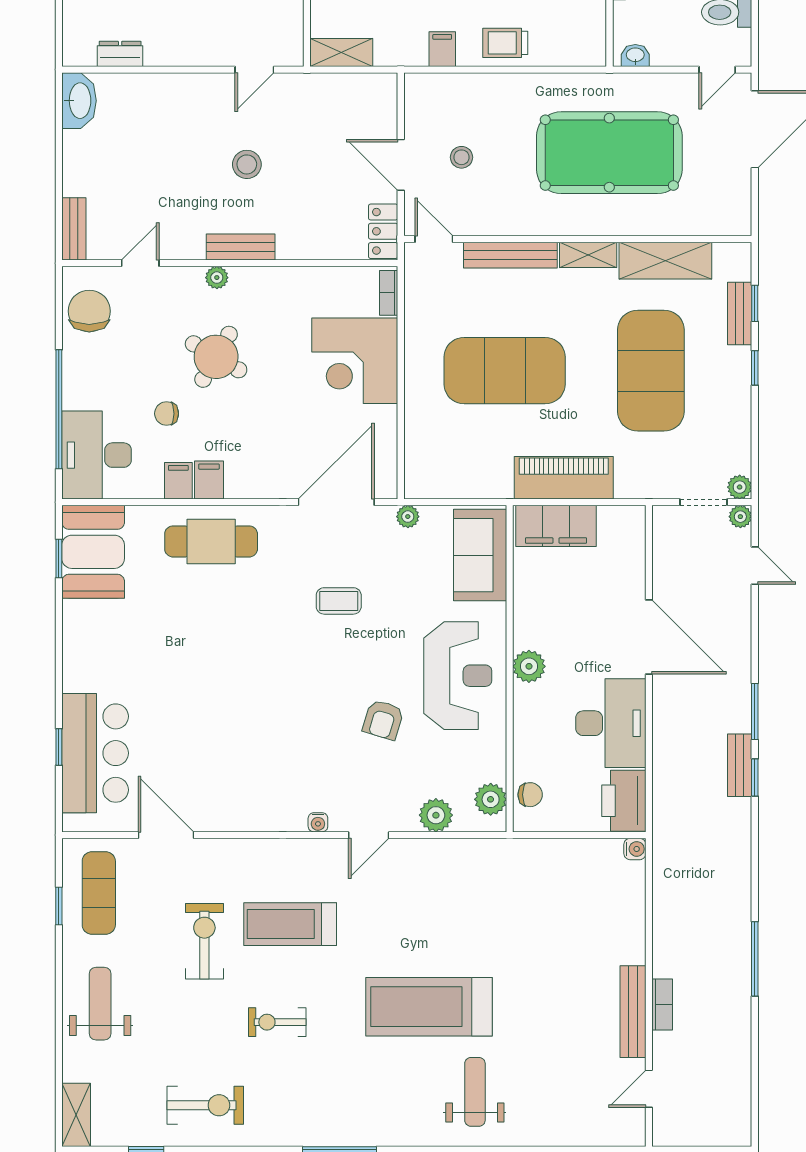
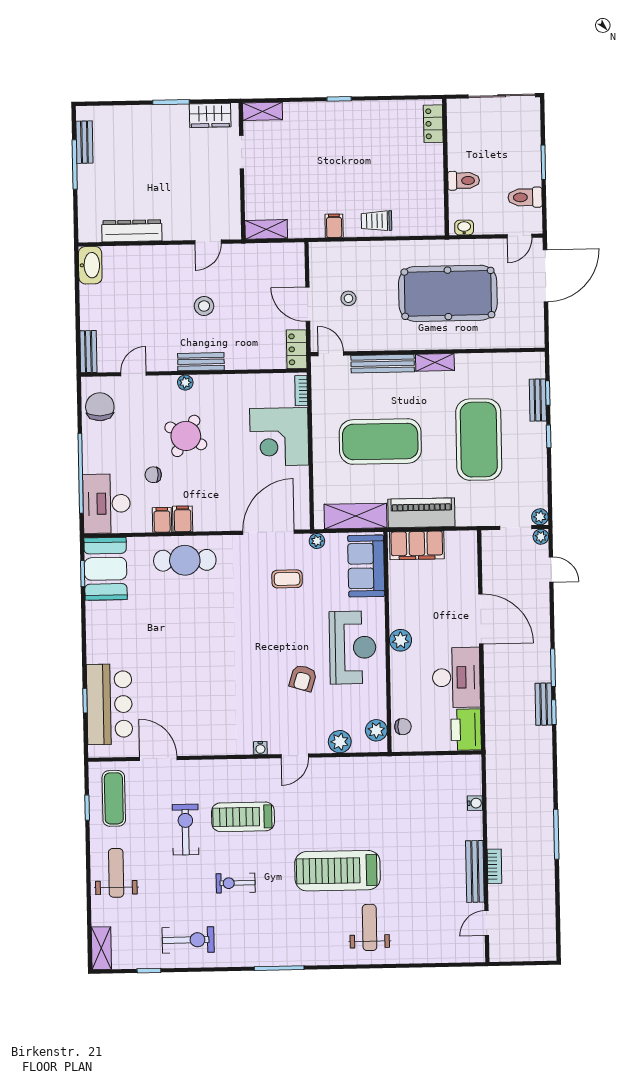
dresser: (120, 54) -> (132, 231), width x1.96, depth x1.24
shelving: (665, 261) -> (355, 516), moved
coffee table: (339, 601) -> (287, 579), moved
water cooler: (635, 849) -> (475, 803), moved

